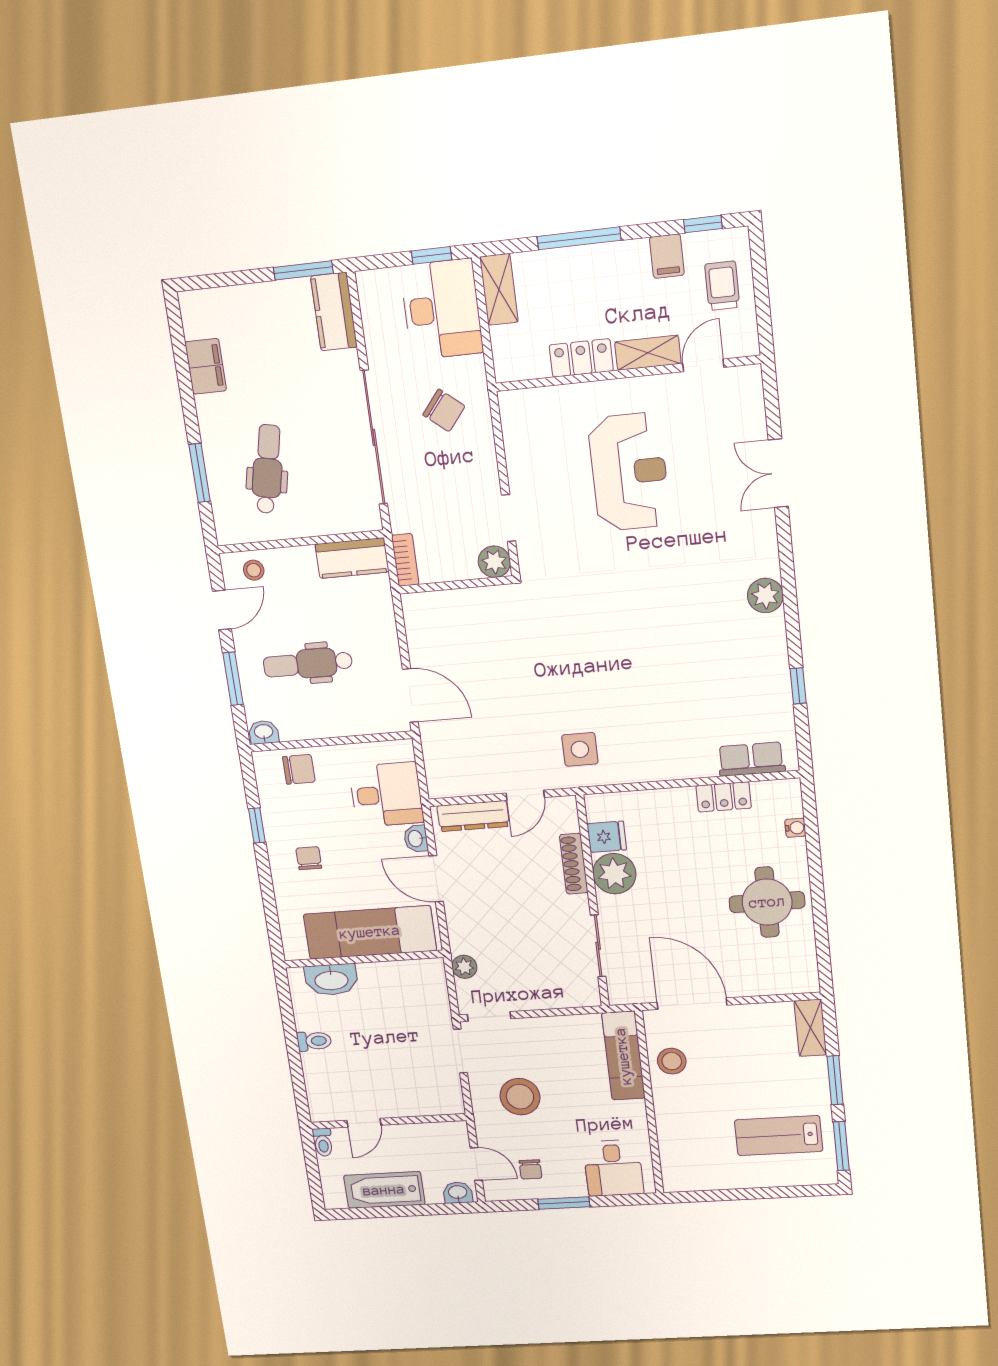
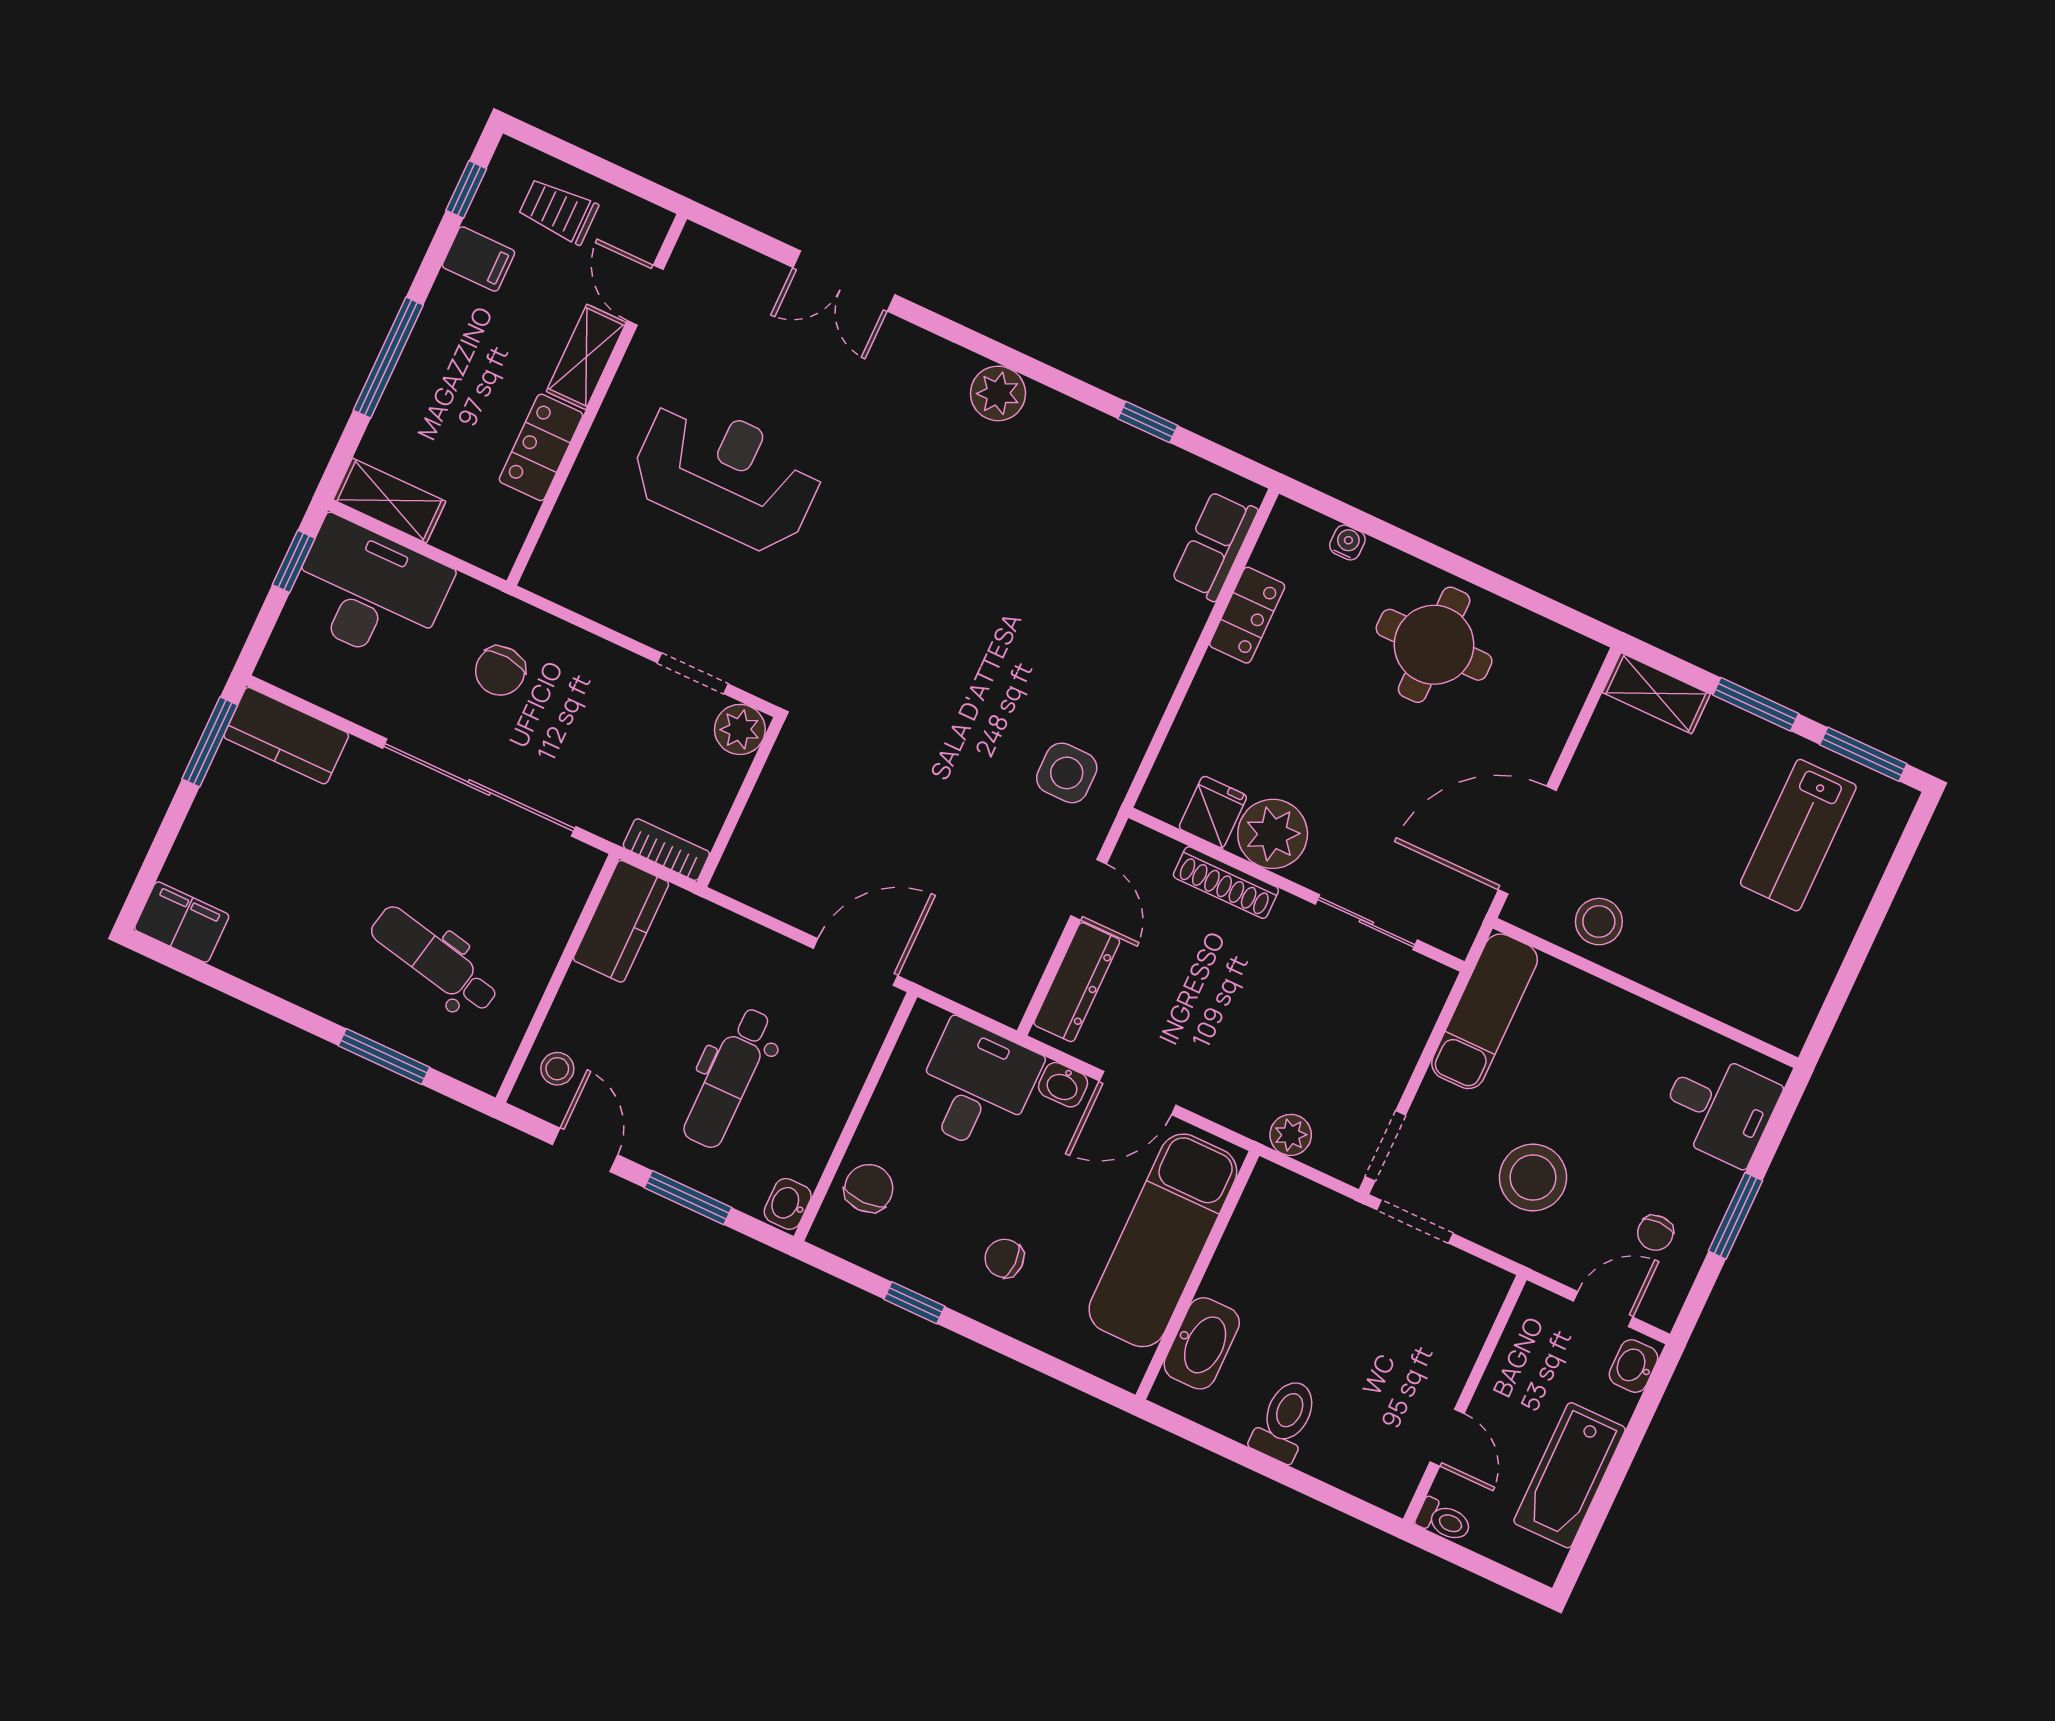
filing cabinet: (206, 366) -> (182, 922), moved
chair: (444, 410) -> (500, 671), turned 146
toilet: (314, 1041) -> (1285, 1420), width x1.37, depth x1.39
exam couch: (623, 1056) -> (1485, 1011), moved, turned -90
chair: (530, 1169) -> (1655, 1233), turned 90

